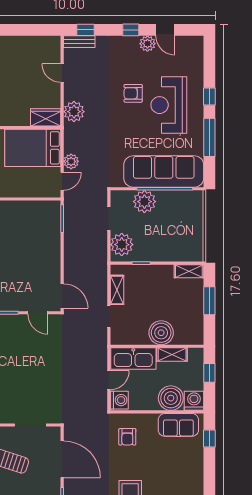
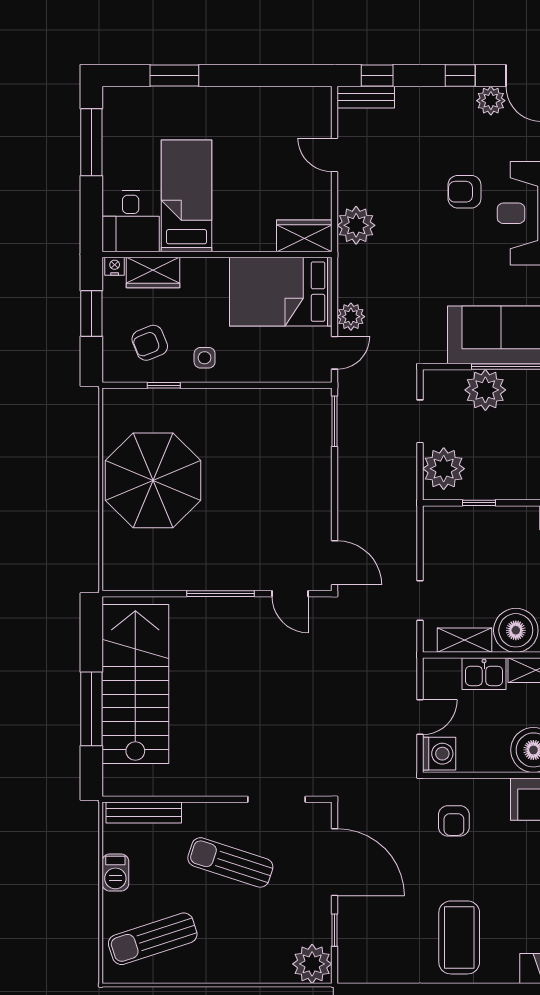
shelving: (117, 290) -> (464, 640), moved, turned 90
kitchen sink: (133, 359) -> (484, 674), width x0.53, depth x0.81

